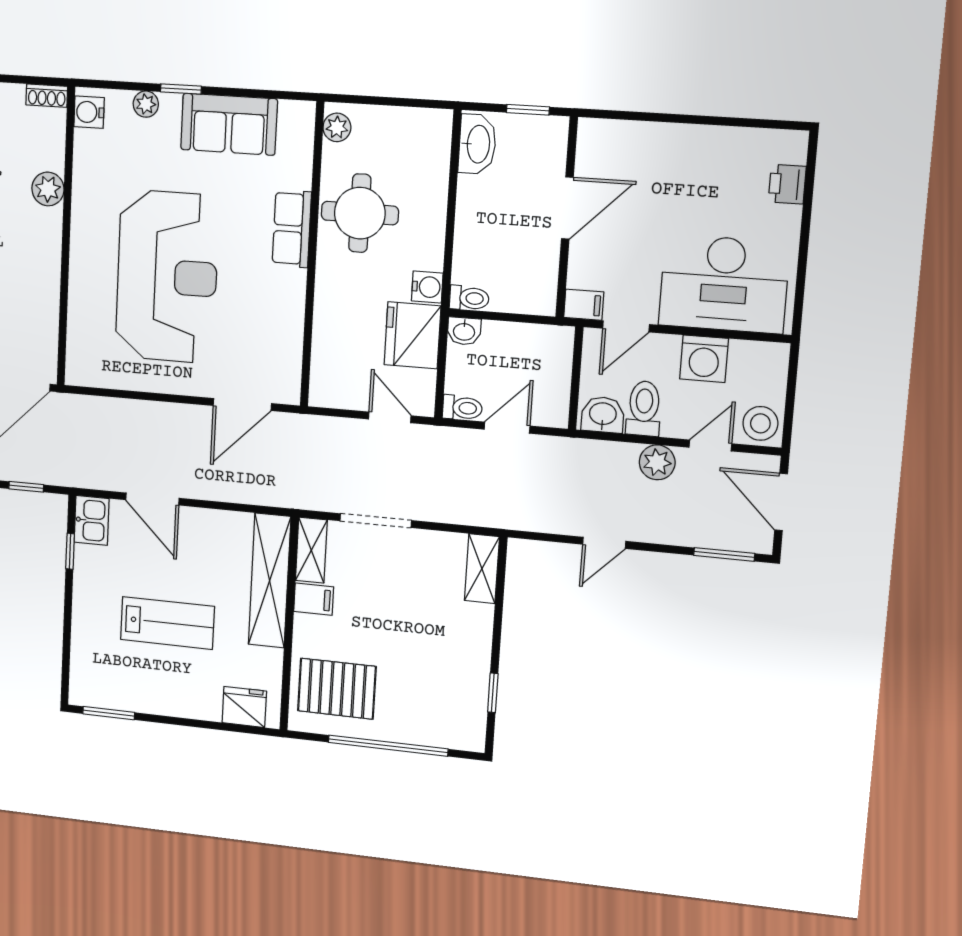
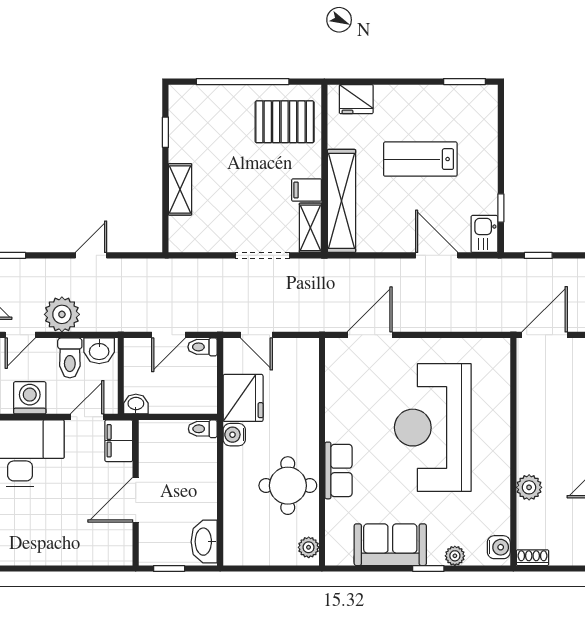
filing cabinet: (584, 305) -> (119, 441), width x2.00
washbasin: (464, 331) -> (136, 404), moved
plant: (657, 462) -> (62, 314), width x1.36, depth x1.36
shelving: (482, 569) -> (180, 189), moved

